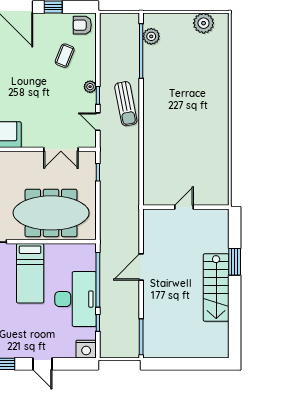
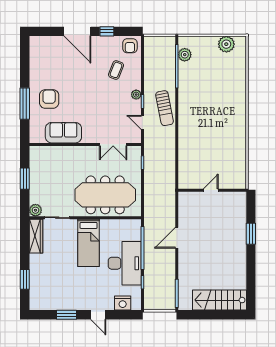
armchair: (82, 25) -> (130, 46), turned -90
stairs: (216, 288) -> (220, 300), moved, turned 90
nightstand: (86, 349) -> (123, 303), moved

